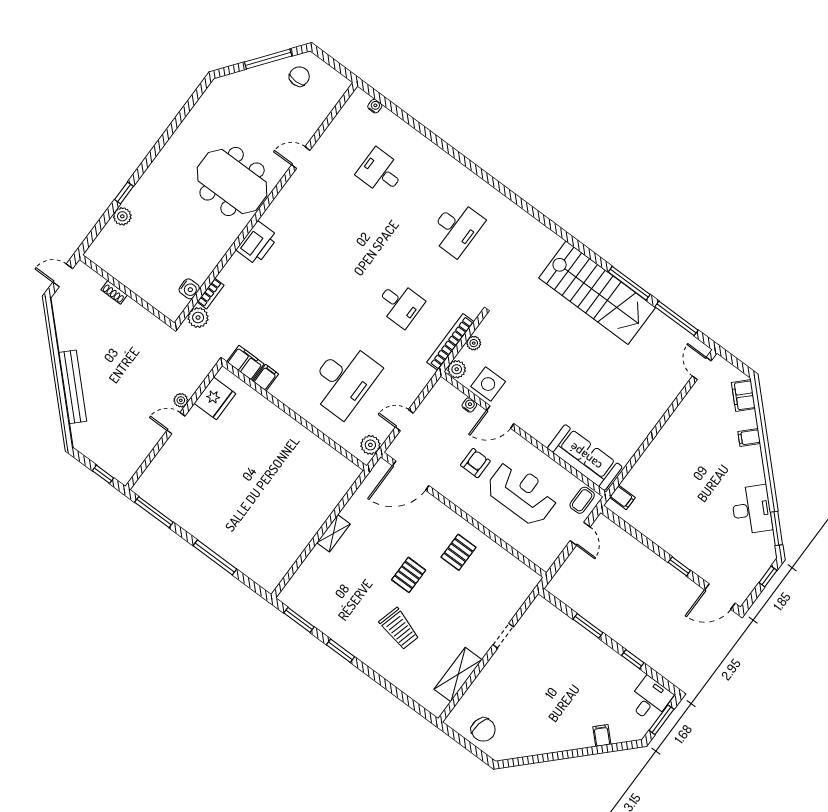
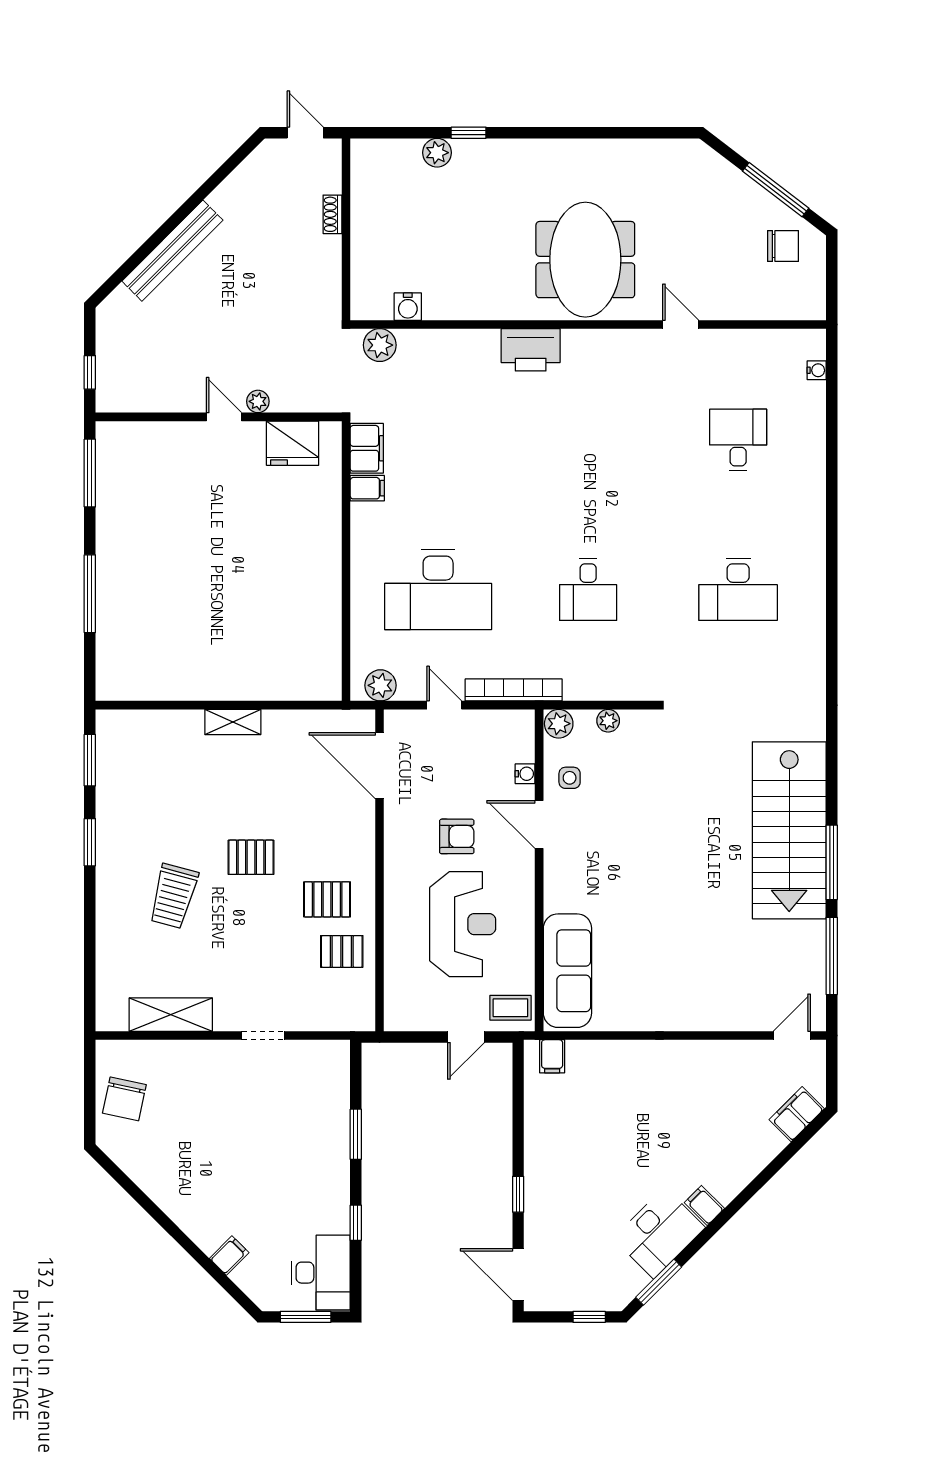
bookcase: (210, 294) -> (422, 338), removed
bookcase: (450, 342) -> (514, 690), moved
side table: (488, 384) -> (570, 778), width x0.54, depth x0.54
filing cabinet: (749, 437) -> (704, 1206), moved
pallet: (490, 564) -> (342, 951), added
desk: (650, 699) -> (321, 1273), width x1.37

